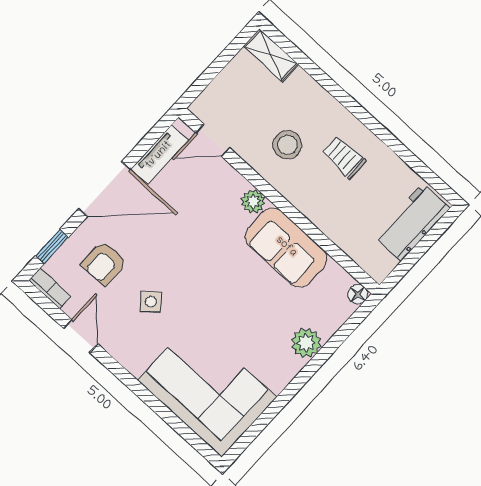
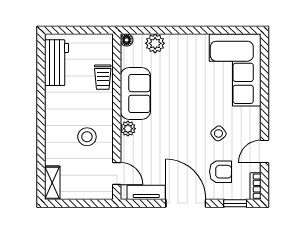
trolley: (344, 157) -> (103, 77), moved
workbench: (412, 222) -> (57, 63), moved, turned -90
plant: (306, 343) -> (155, 43), moved

